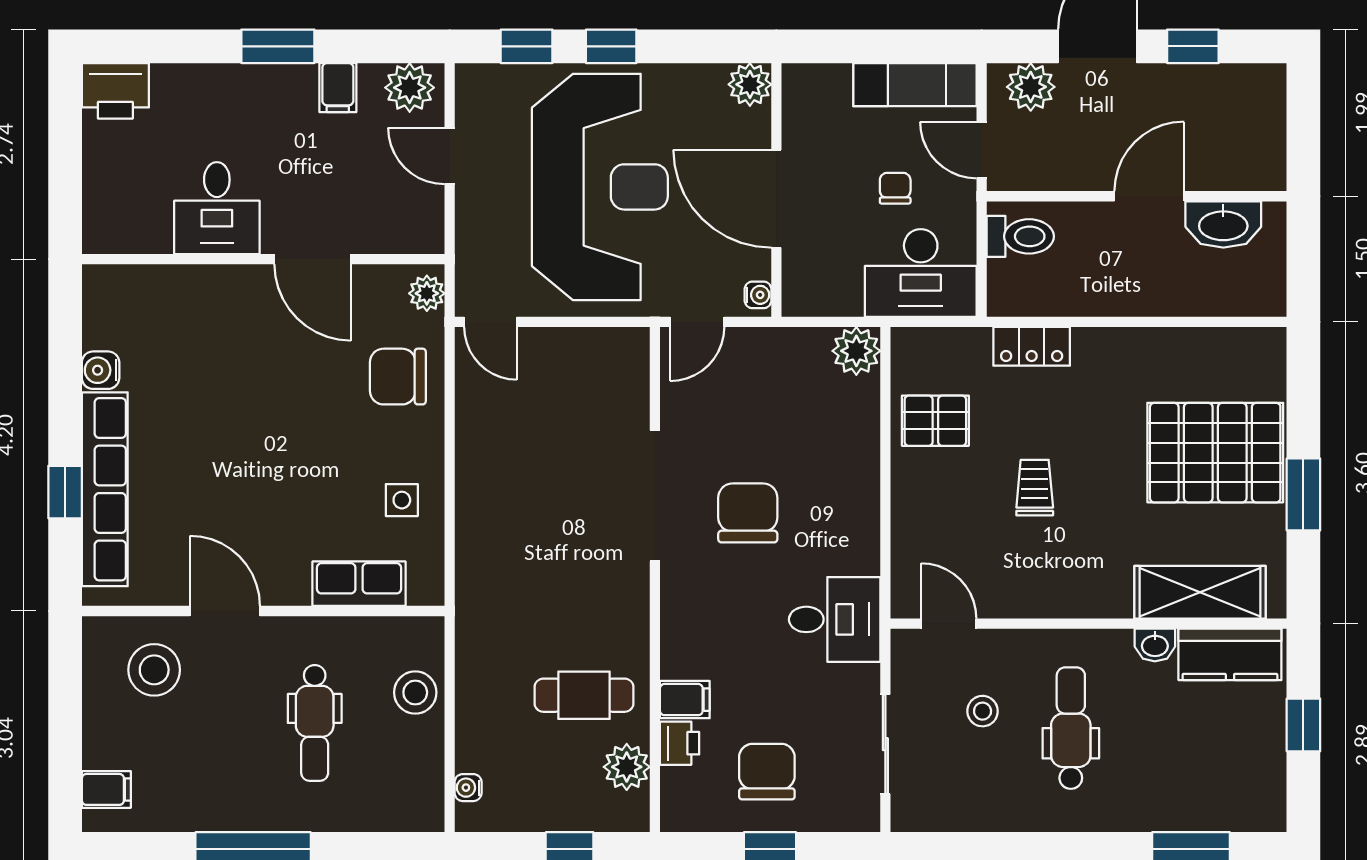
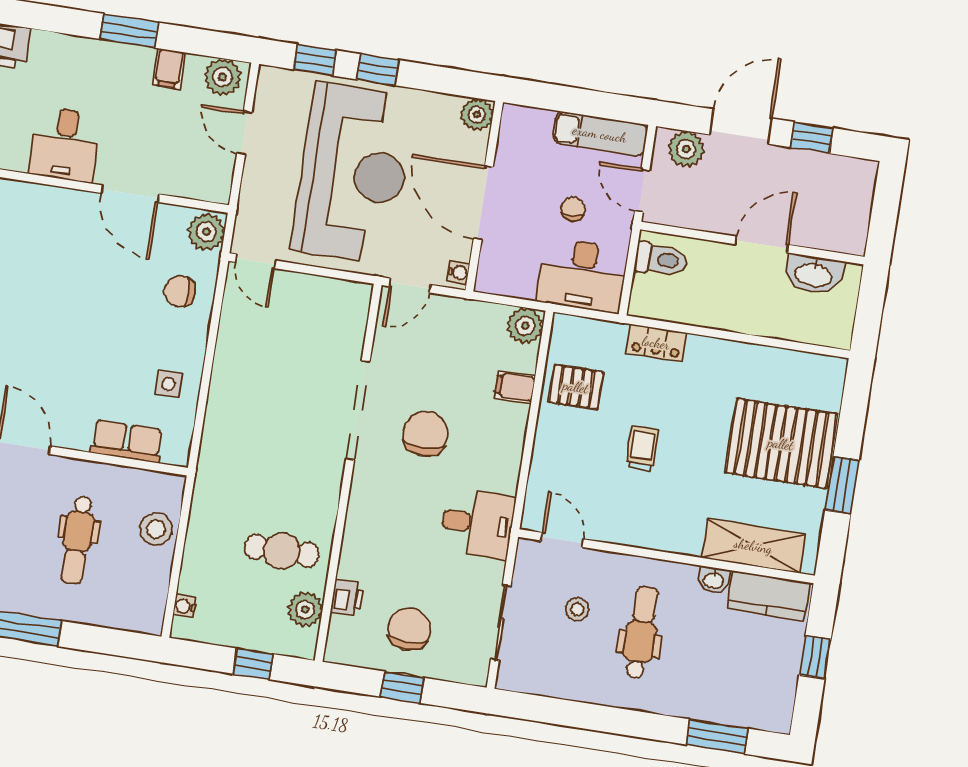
plant: (427, 293) -> (206, 232), width x1.38, depth x1.38
chair: (398, 377) -> (180, 291), width x0.73, depth x0.73
filing cabinet: (685, 700) -> (515, 387), moved, turned 180

